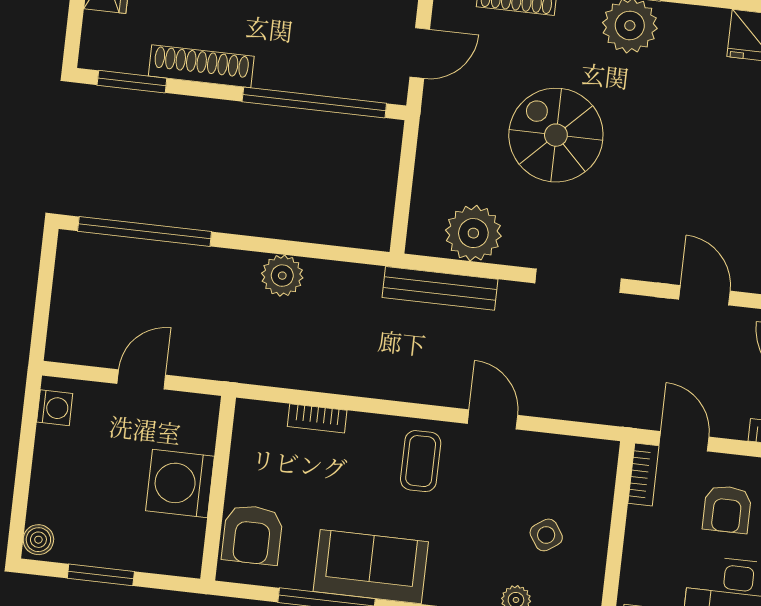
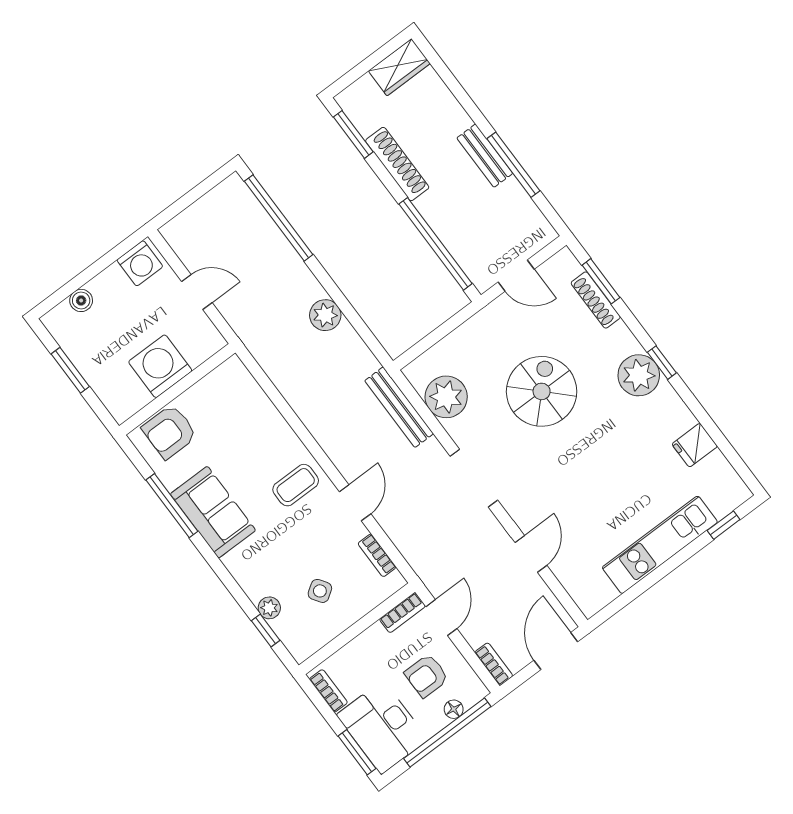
washing machine: (55, 408) -> (140, 263), width x1.38, depth x1.38
bookcase: (317, 418) -> (377, 555), moved
boiler: (38, 540) -> (81, 300), moved

